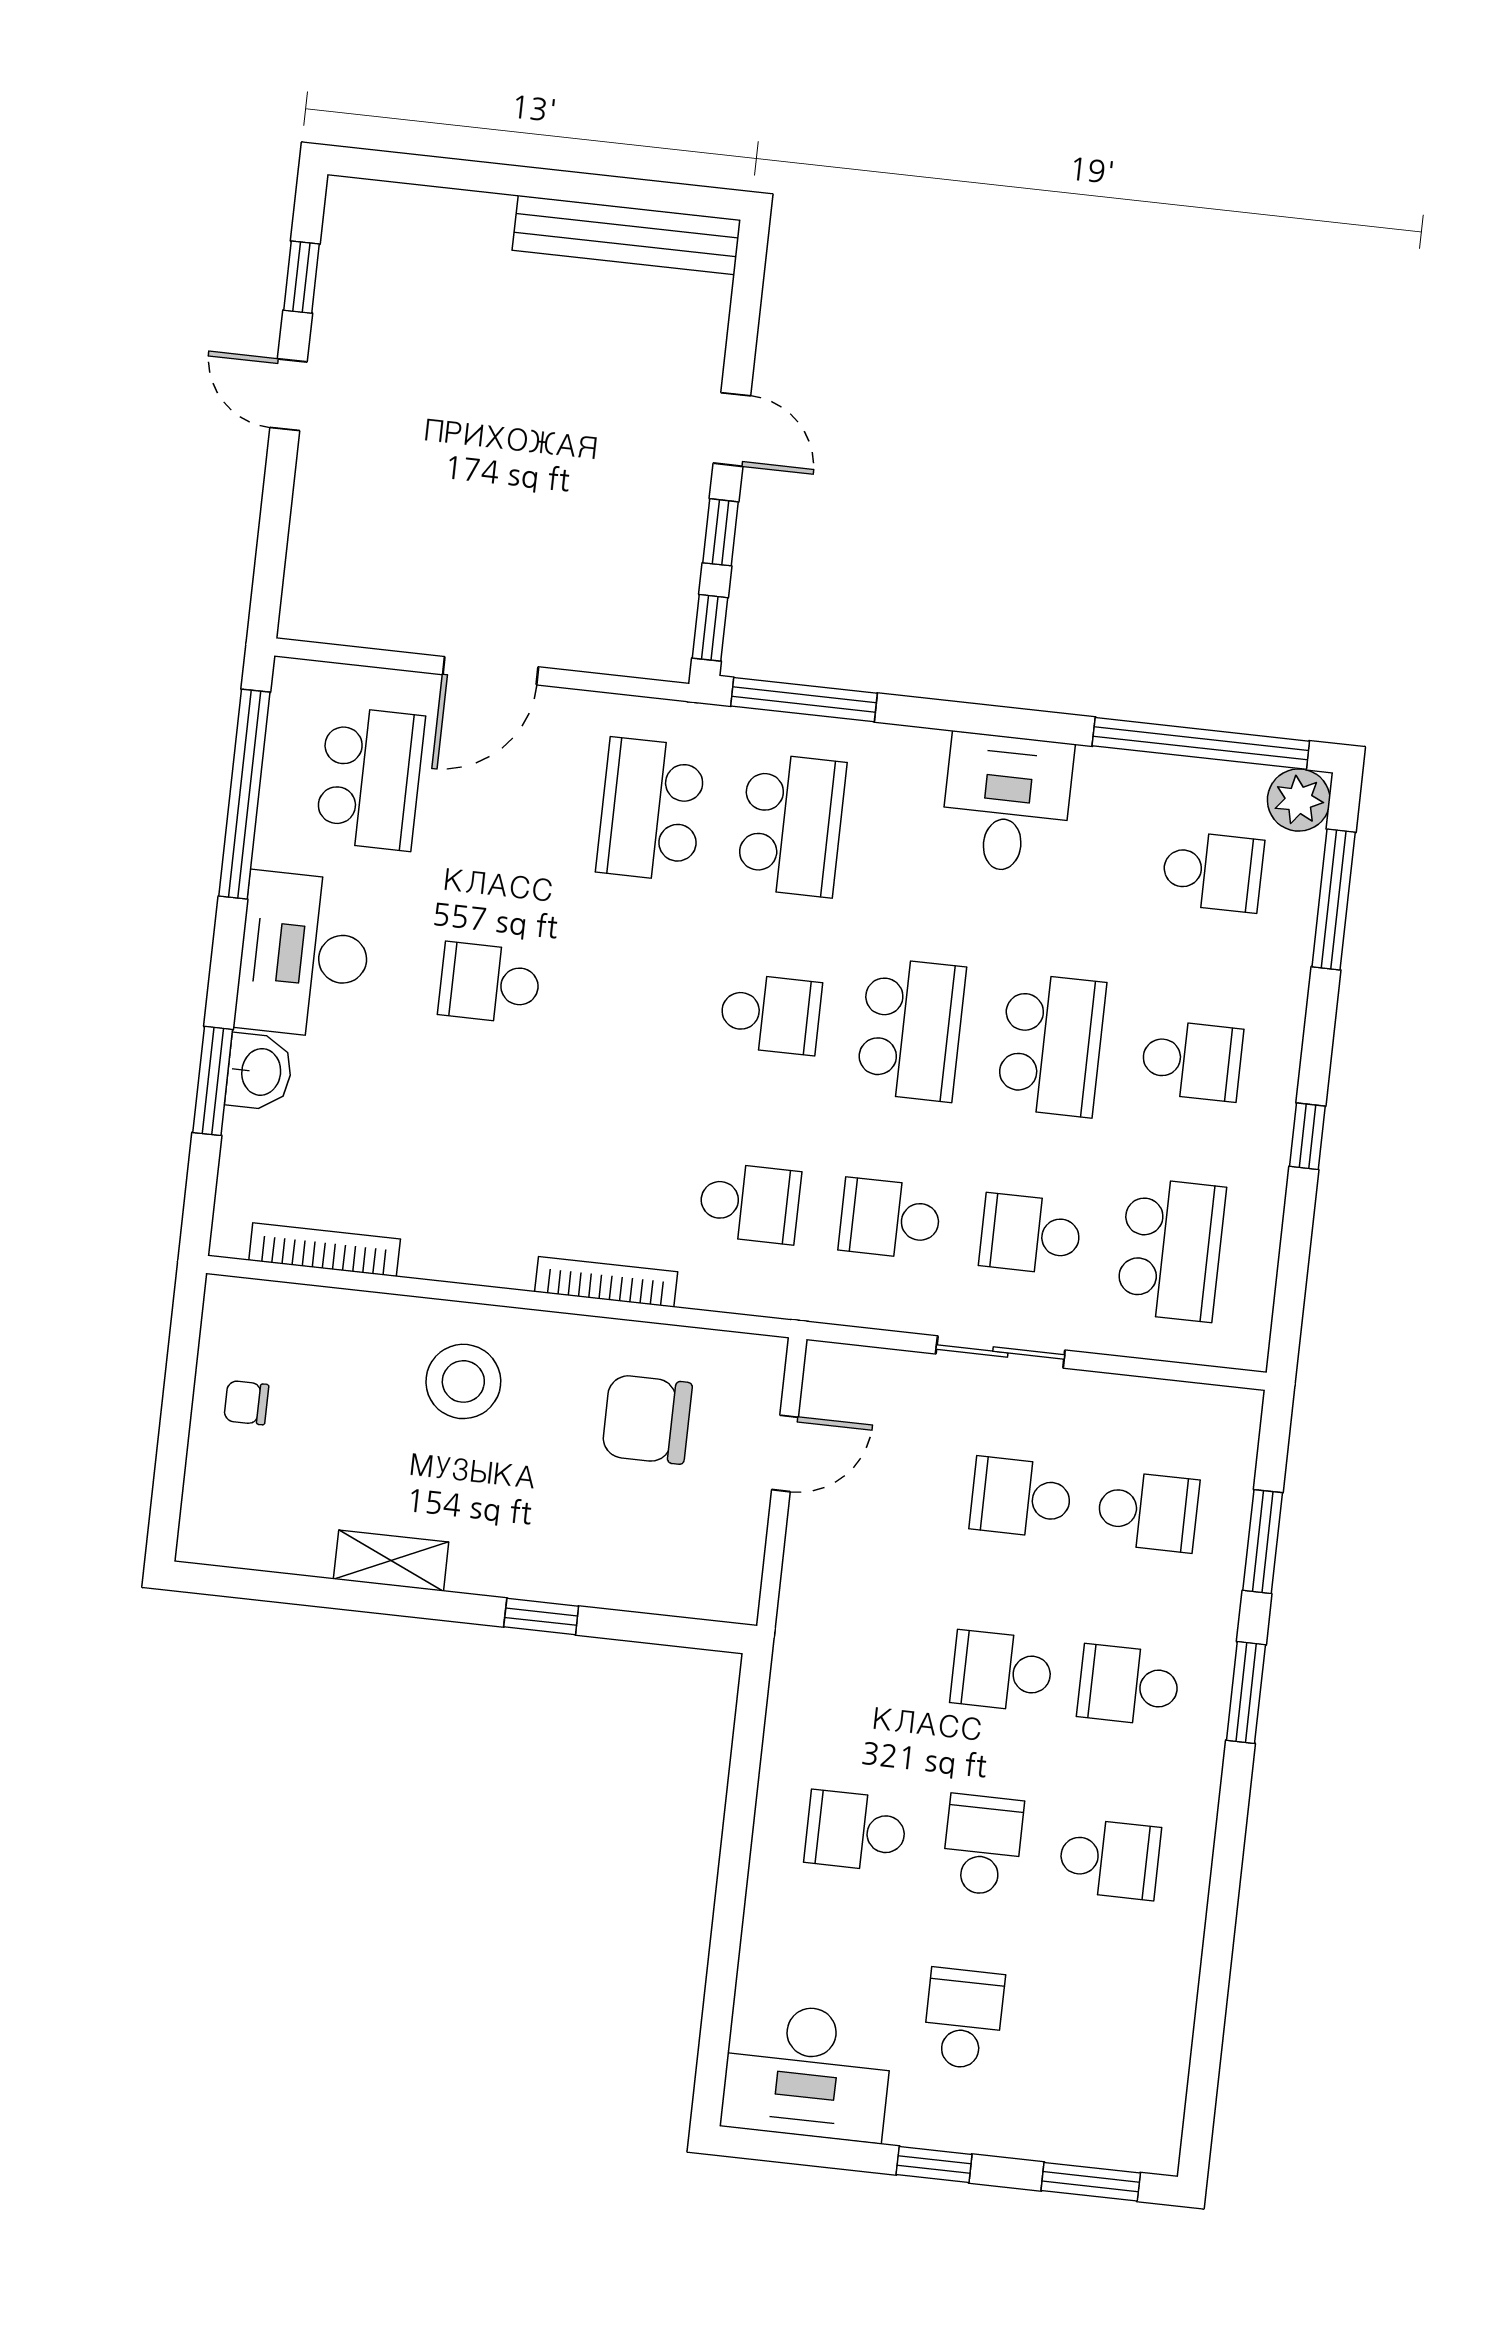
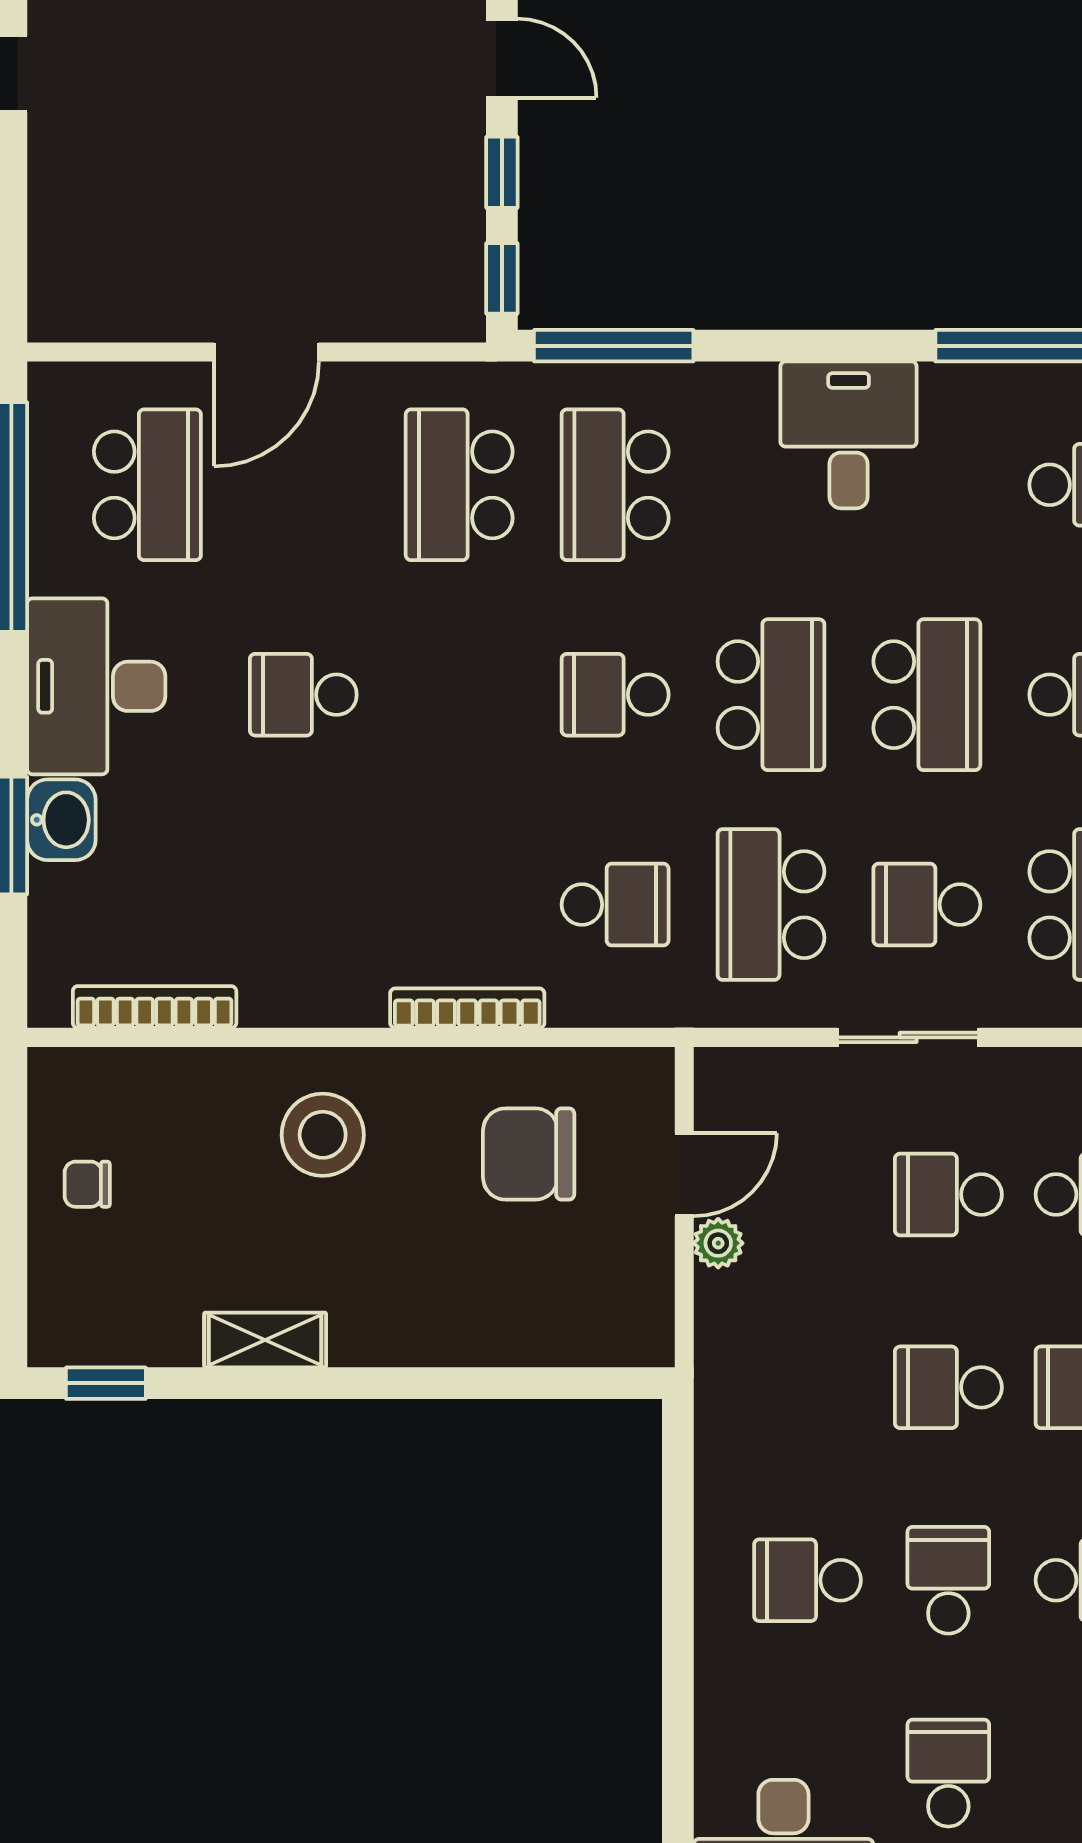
school desk: (791, 825) -> (615, 485), turned 180
school desk: (770, 1014) -> (615, 695), turned 180
school desk: (890, 1219) -> (771, 905), width x1.85
plant: (809, 1518) -> (718, 1243), added
window: (541, 1617) -> (106, 1383), moved

